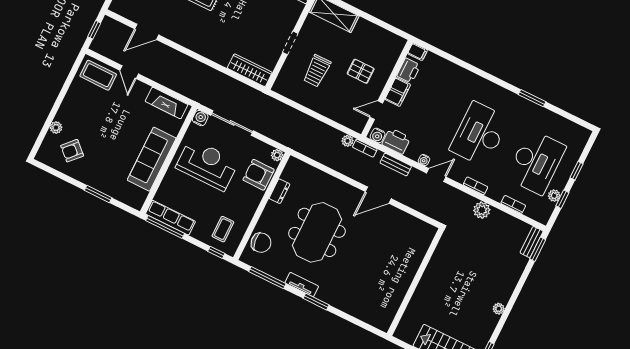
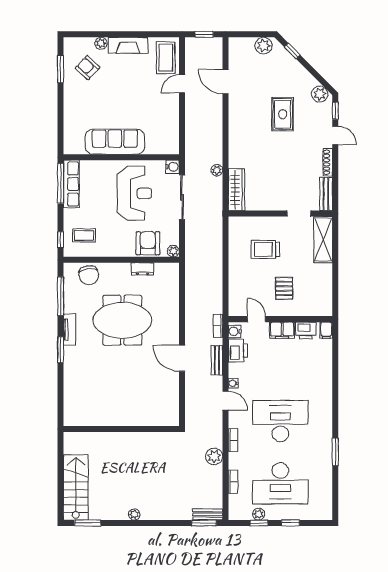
doorway: (290, 43) -> (299, 214), moved
fireplace: (167, 103) -> (128, 45), moved, turned -90
plant: (347, 141) -> (217, 170), moved
window: (98, 194) -> (61, 69), moved

